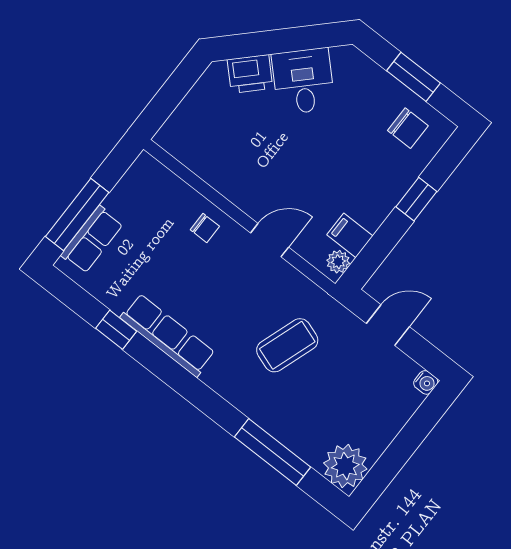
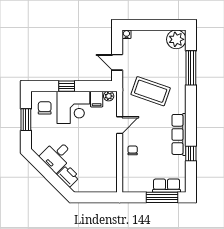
corner desk: (368, 181) -> (73, 107), added
door: (270, 240) -> (120, 125), swing flipped
coffee table: (287, 345) -> (151, 91), width x1.36, depth x1.32

